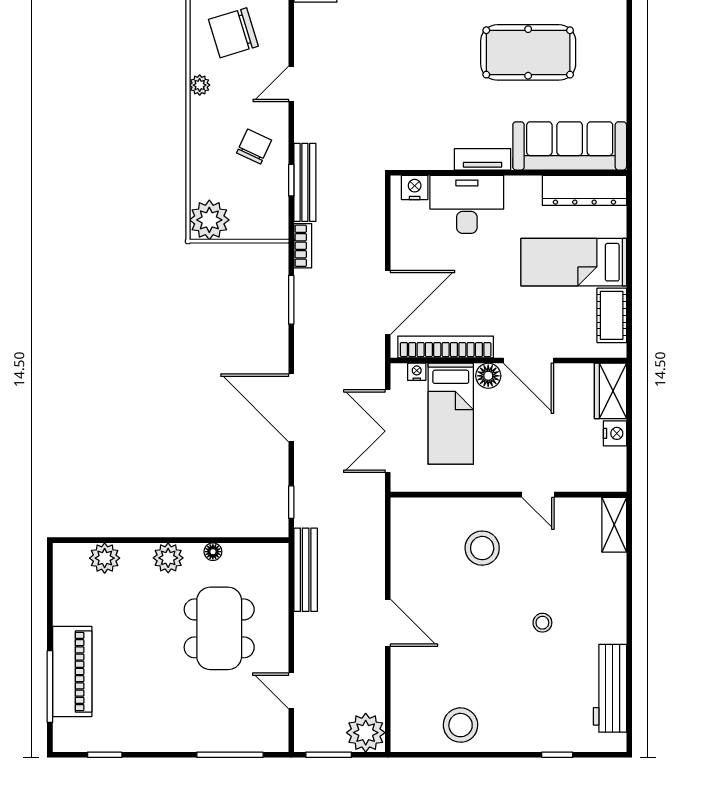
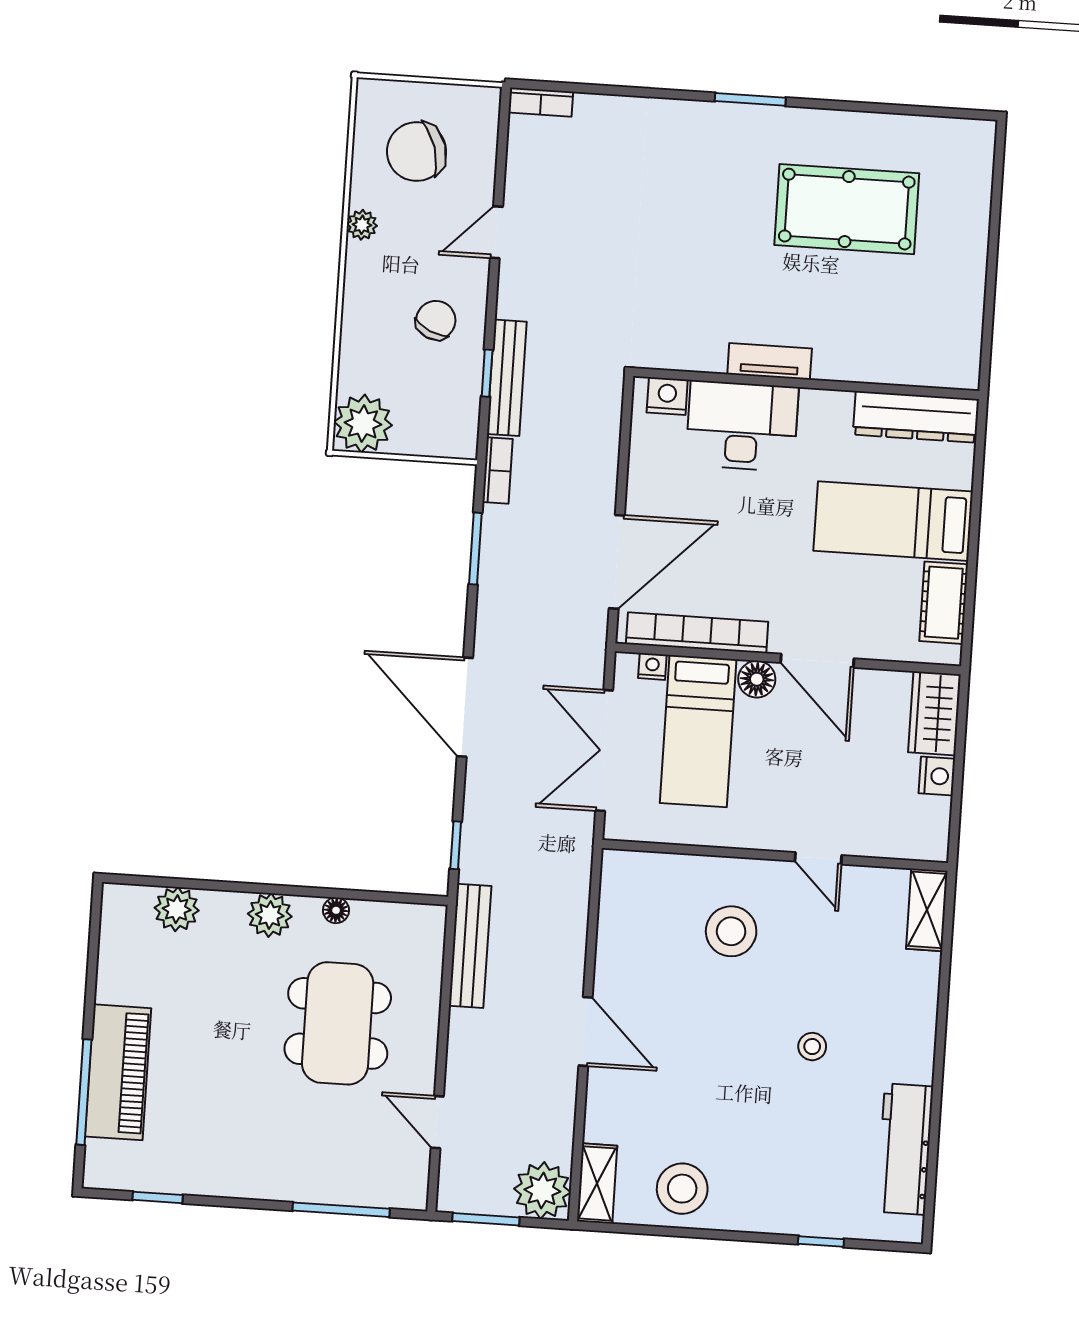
sofa: (570, 146) -> (899, 350), removed
shelving: (402, 725) -> (597, 1183), added

